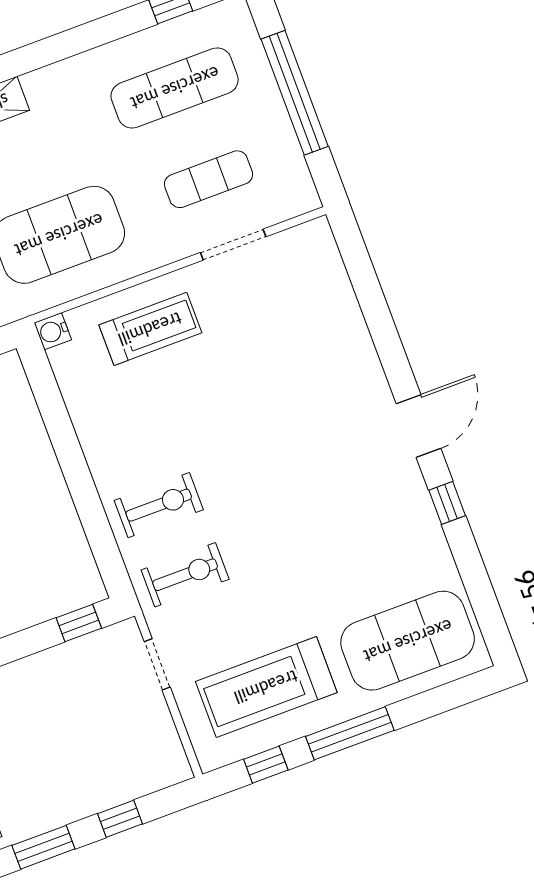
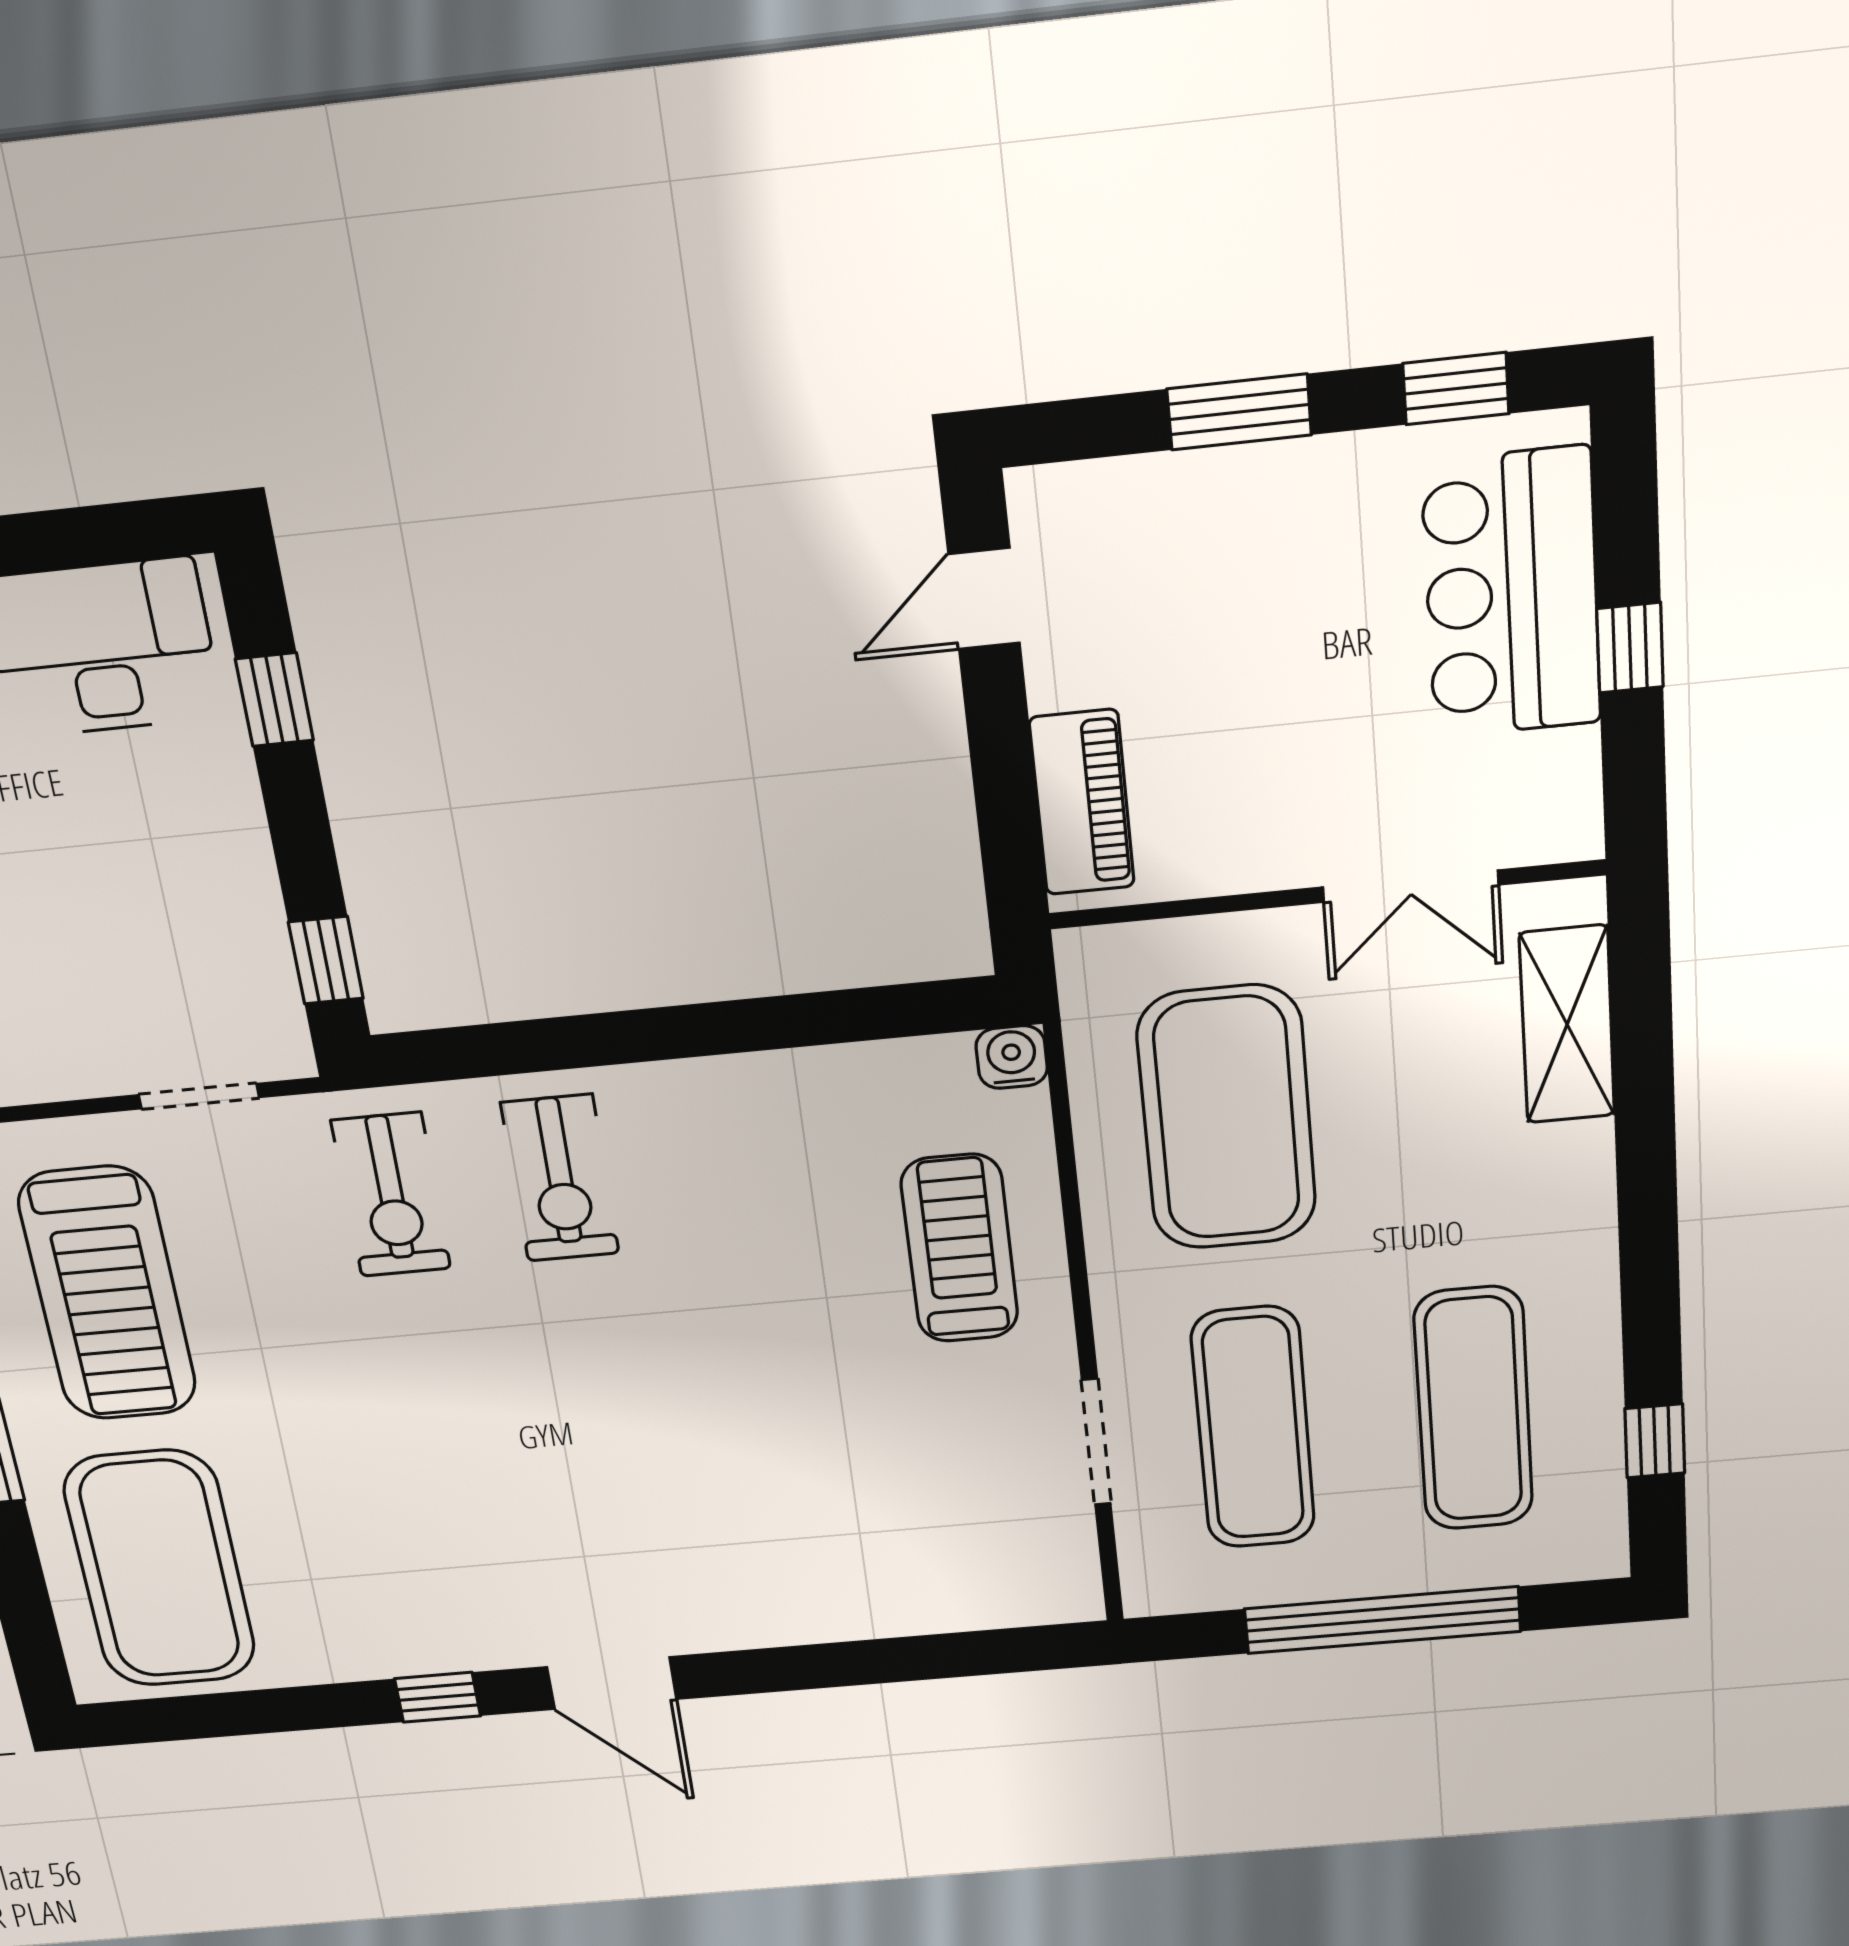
exercise mat: (209, 179) -> (1253, 1428), width x1.36, depth x1.45
treadmill: (150, 329) -> (960, 1248), turned 180
treadmill: (266, 687) -> (108, 1294), turned 180

